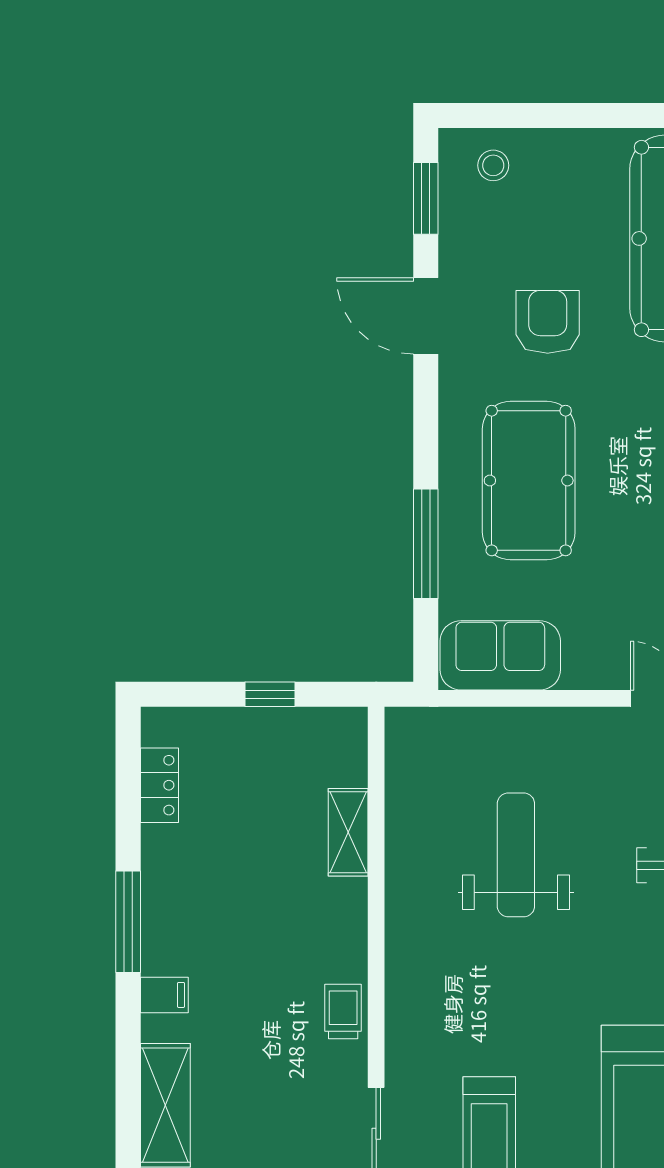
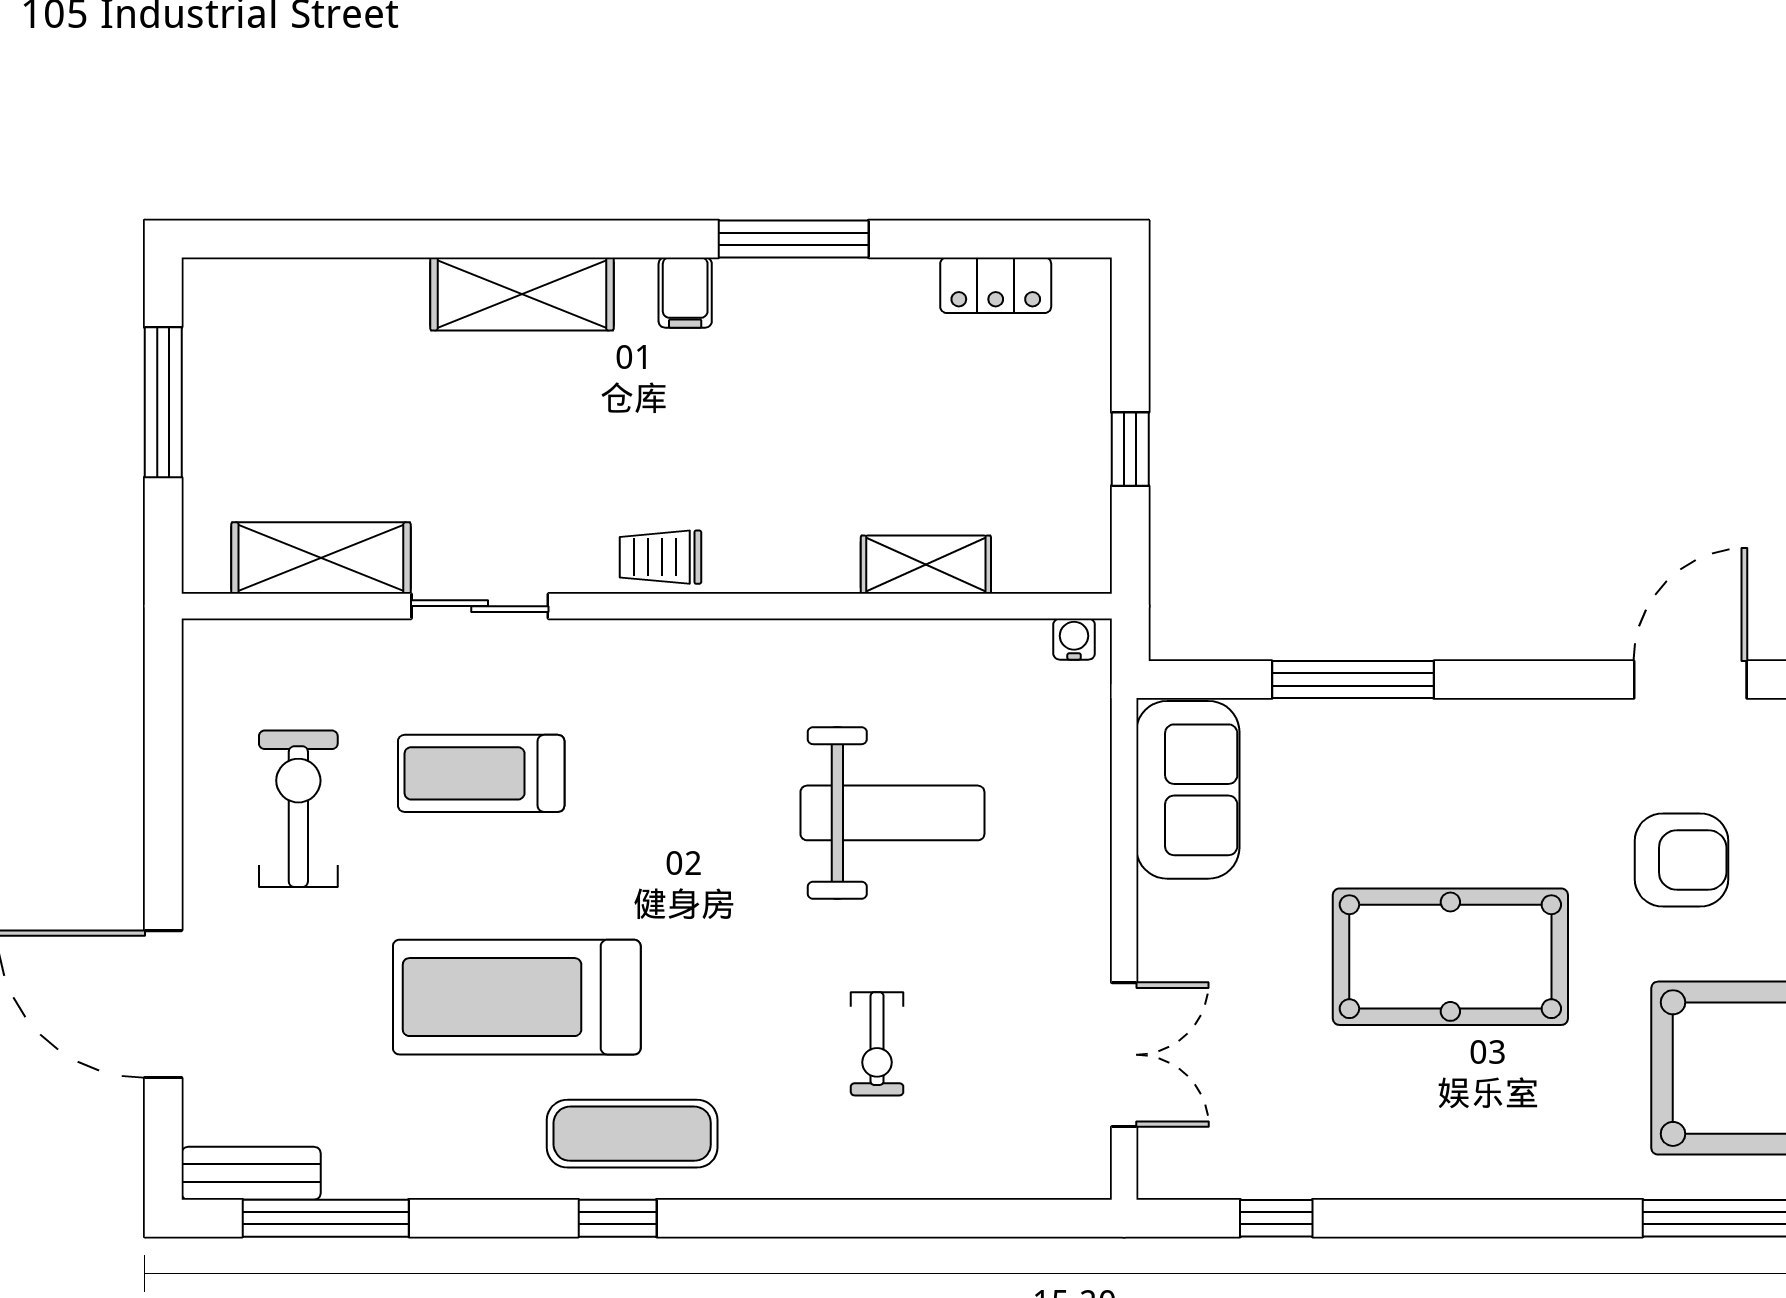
pool table: (529, 481) -> (1450, 957), moved
water cooler: (398, 732) -> (1074, 639), added
trolley: (343, 1012) -> (661, 557), turned 180

